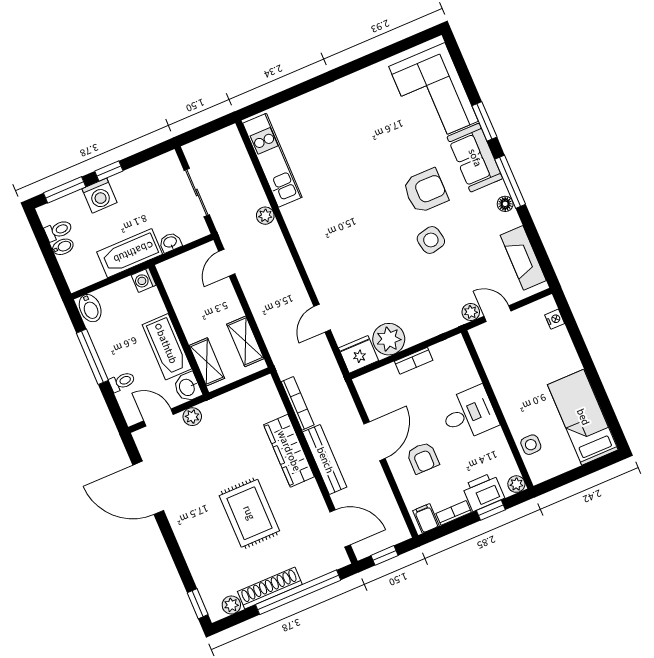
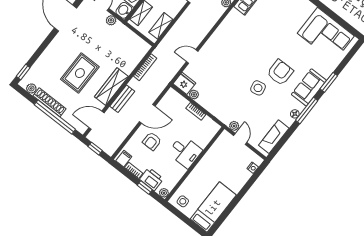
corner sofa: (433, 94) -> (326, 35), moved, turned -90
armchair: (425, 191) -> (280, 72), turned -90
plant: (389, 339) -> (194, 95), width x0.53, depth x0.53
side table: (531, 445) -> (183, 201), moved
wardrobe: (289, 451) -> (111, 87), moved
bench: (325, 460) -> (122, 99), width x0.73
door: (340, 528) -> (96, 120), swing flipped

